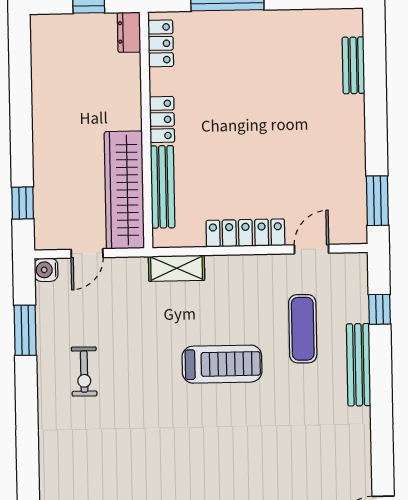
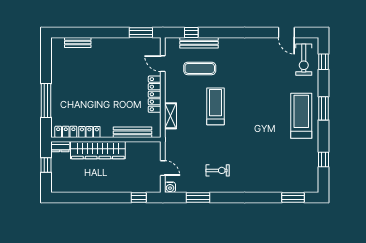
locker: (162, 119) -> (89, 132), moved
wardrobe: (124, 190) -> (98, 150), moved
shelving: (177, 268) -> (170, 116), moved
bench: (359, 365) -> (199, 43), moved

